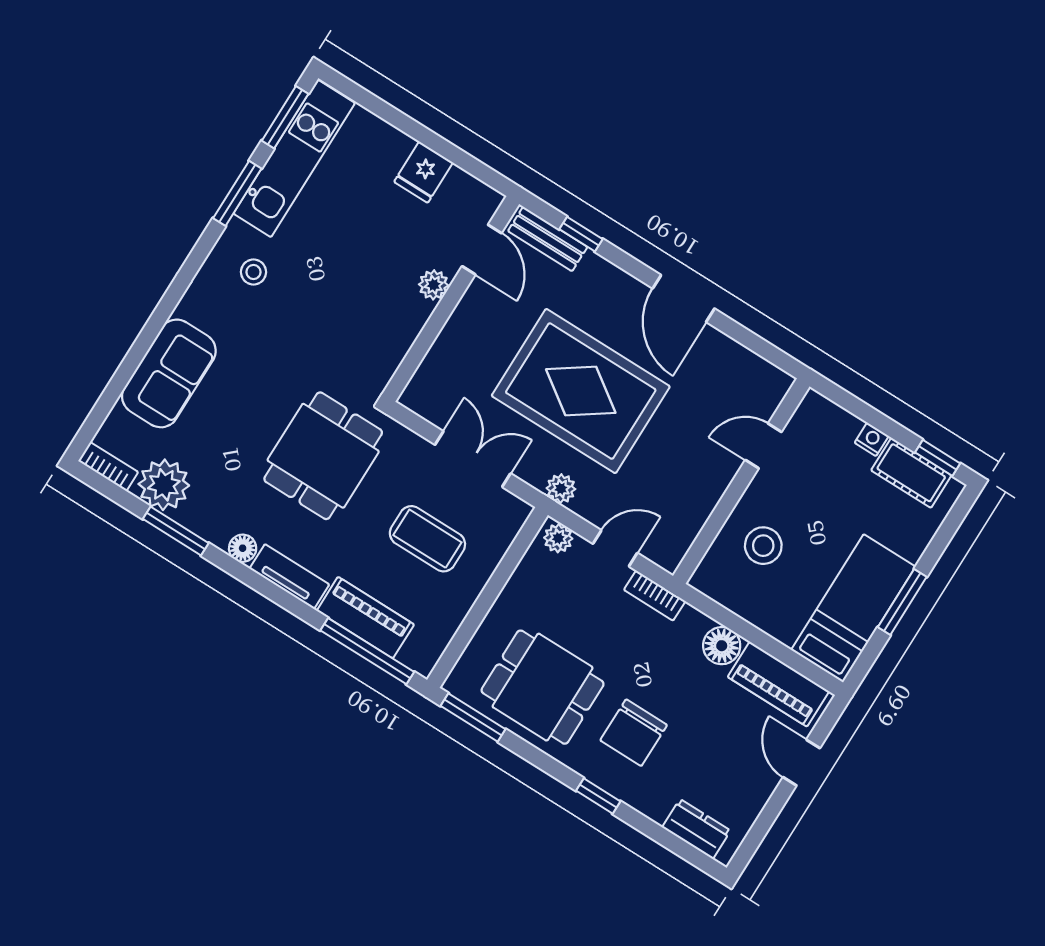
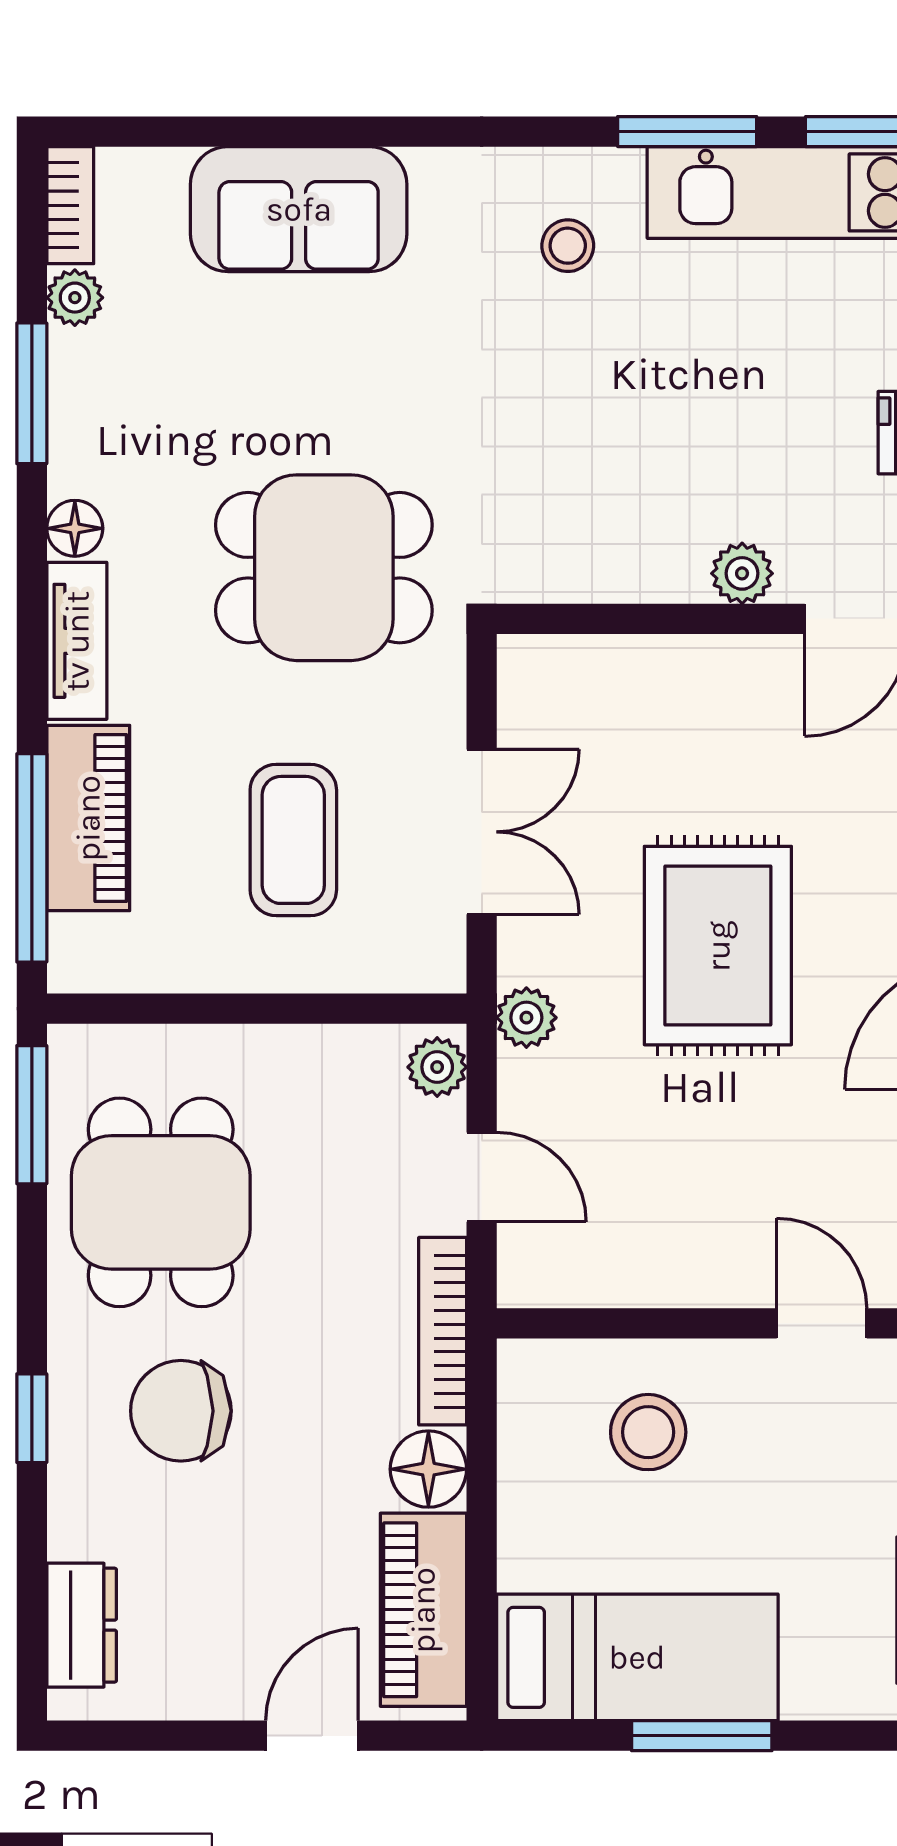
rug: (581, 391) -> (718, 946), width x0.73, depth x0.69
plant: (164, 485) -> (75, 298), width x0.53, depth x0.53
bookcase: (655, 595) -> (443, 1331), width x1.56

